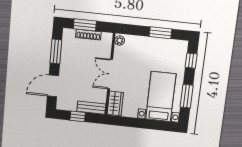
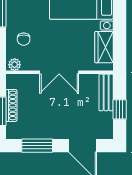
chair: (138, 50) -> (24, 39), added
wardrobe: (115, 103) -> (104, 47), moved, turned -90

